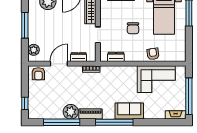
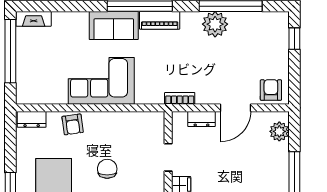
dresser: (116, 57) -> (32, 119), moved
corner sofa: (156, 79) -> (101, 81), moved
piano: (91, 114) -> (160, 20), moved

